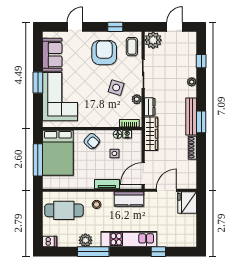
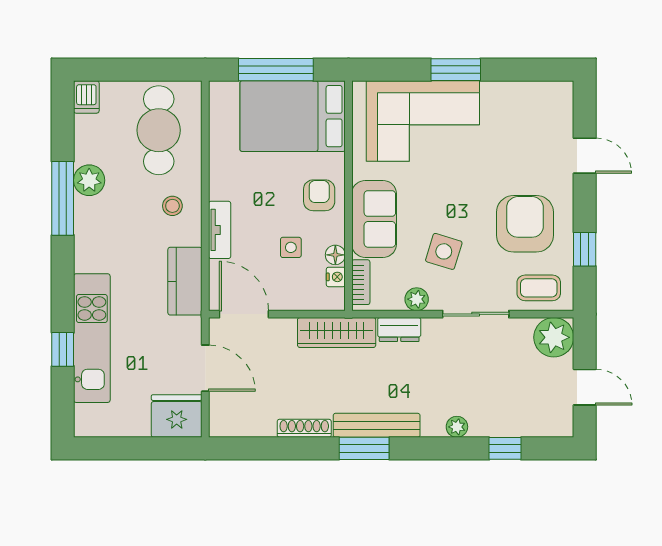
armchair: (104, 53) -> (525, 224), turned -90
sofa: (52, 55) -> (374, 219), moved, turned -90
armchair: (92, 141) -> (319, 195), turned 138
kitchen unit: (129, 239) -> (92, 338), moved

